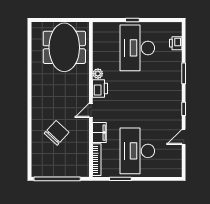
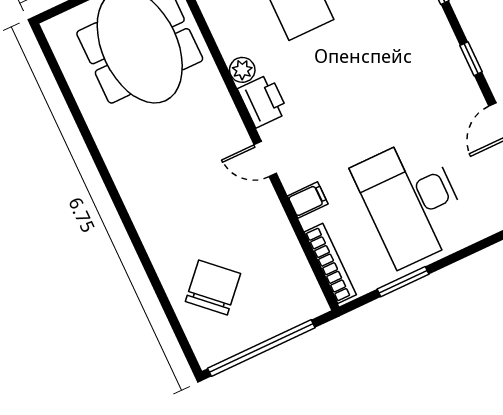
door: (91, 110) -> (265, 159), hinge flipped
chair: (57, 133) -> (213, 288), moved
filing cabinet: (99, 133) -> (308, 200), width x0.50

